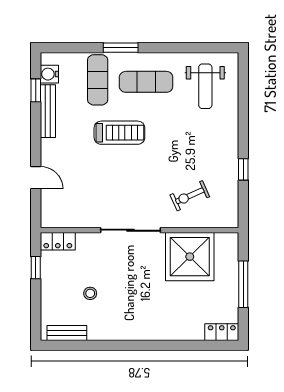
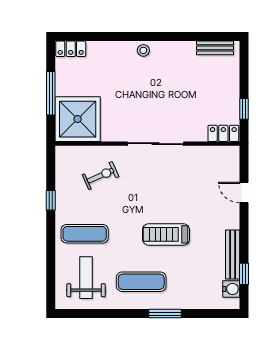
exercise mat: (98, 80) -> (85, 234), moved, turned 90
shower: (190, 257) -> (78, 119), moved
stool: (90, 293) -> (143, 50), moved

